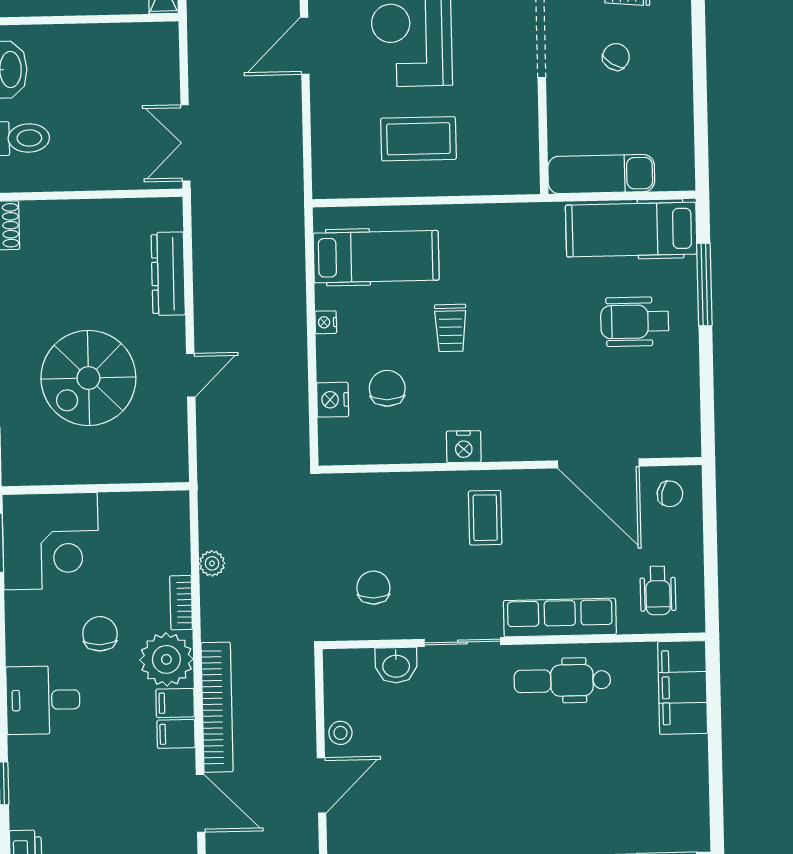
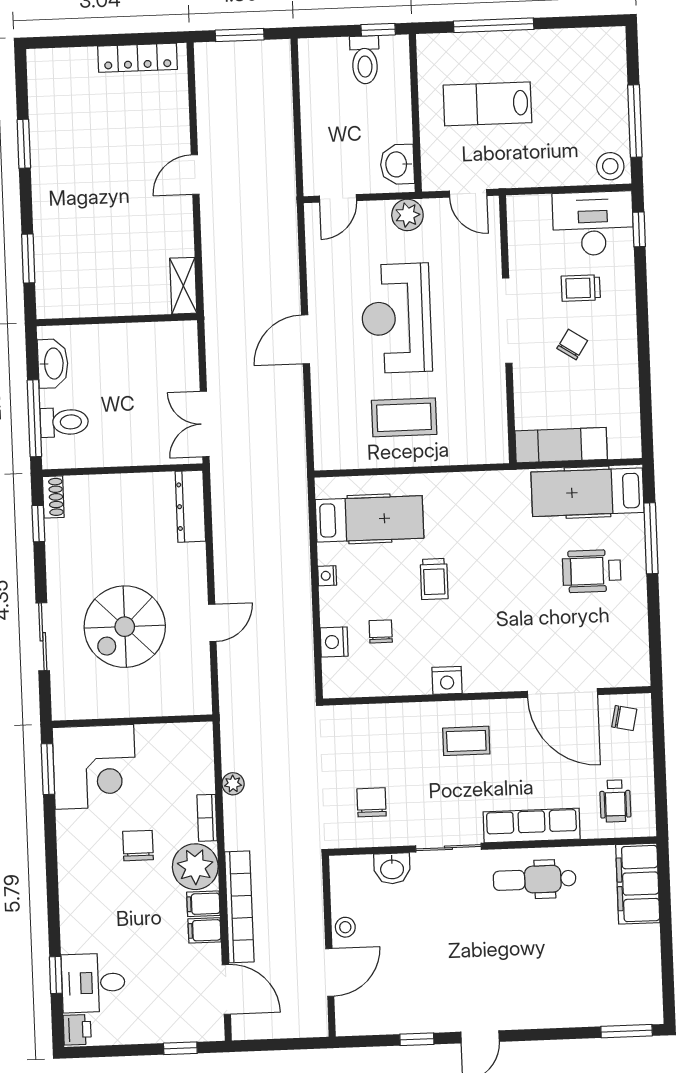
dresser: (168, 274) -> (190, 506), moved
chair: (387, 388) -> (381, 631), width x0.73, depth x0.73
coffee table: (485, 518) -> (466, 741), turned 90
desk: (43, 700) -> (93, 983), moved

